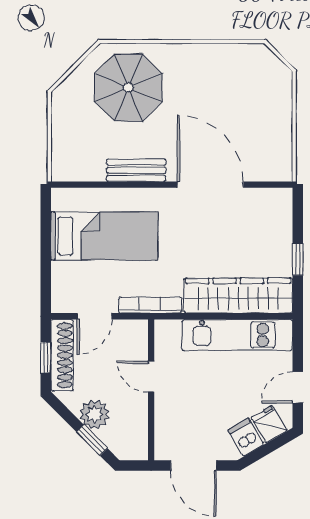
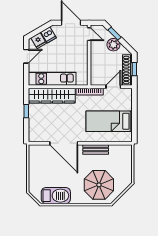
barbecue: (229, 63) -> (56, 196), added
door: (151, 377) -> (89, 34), moved

